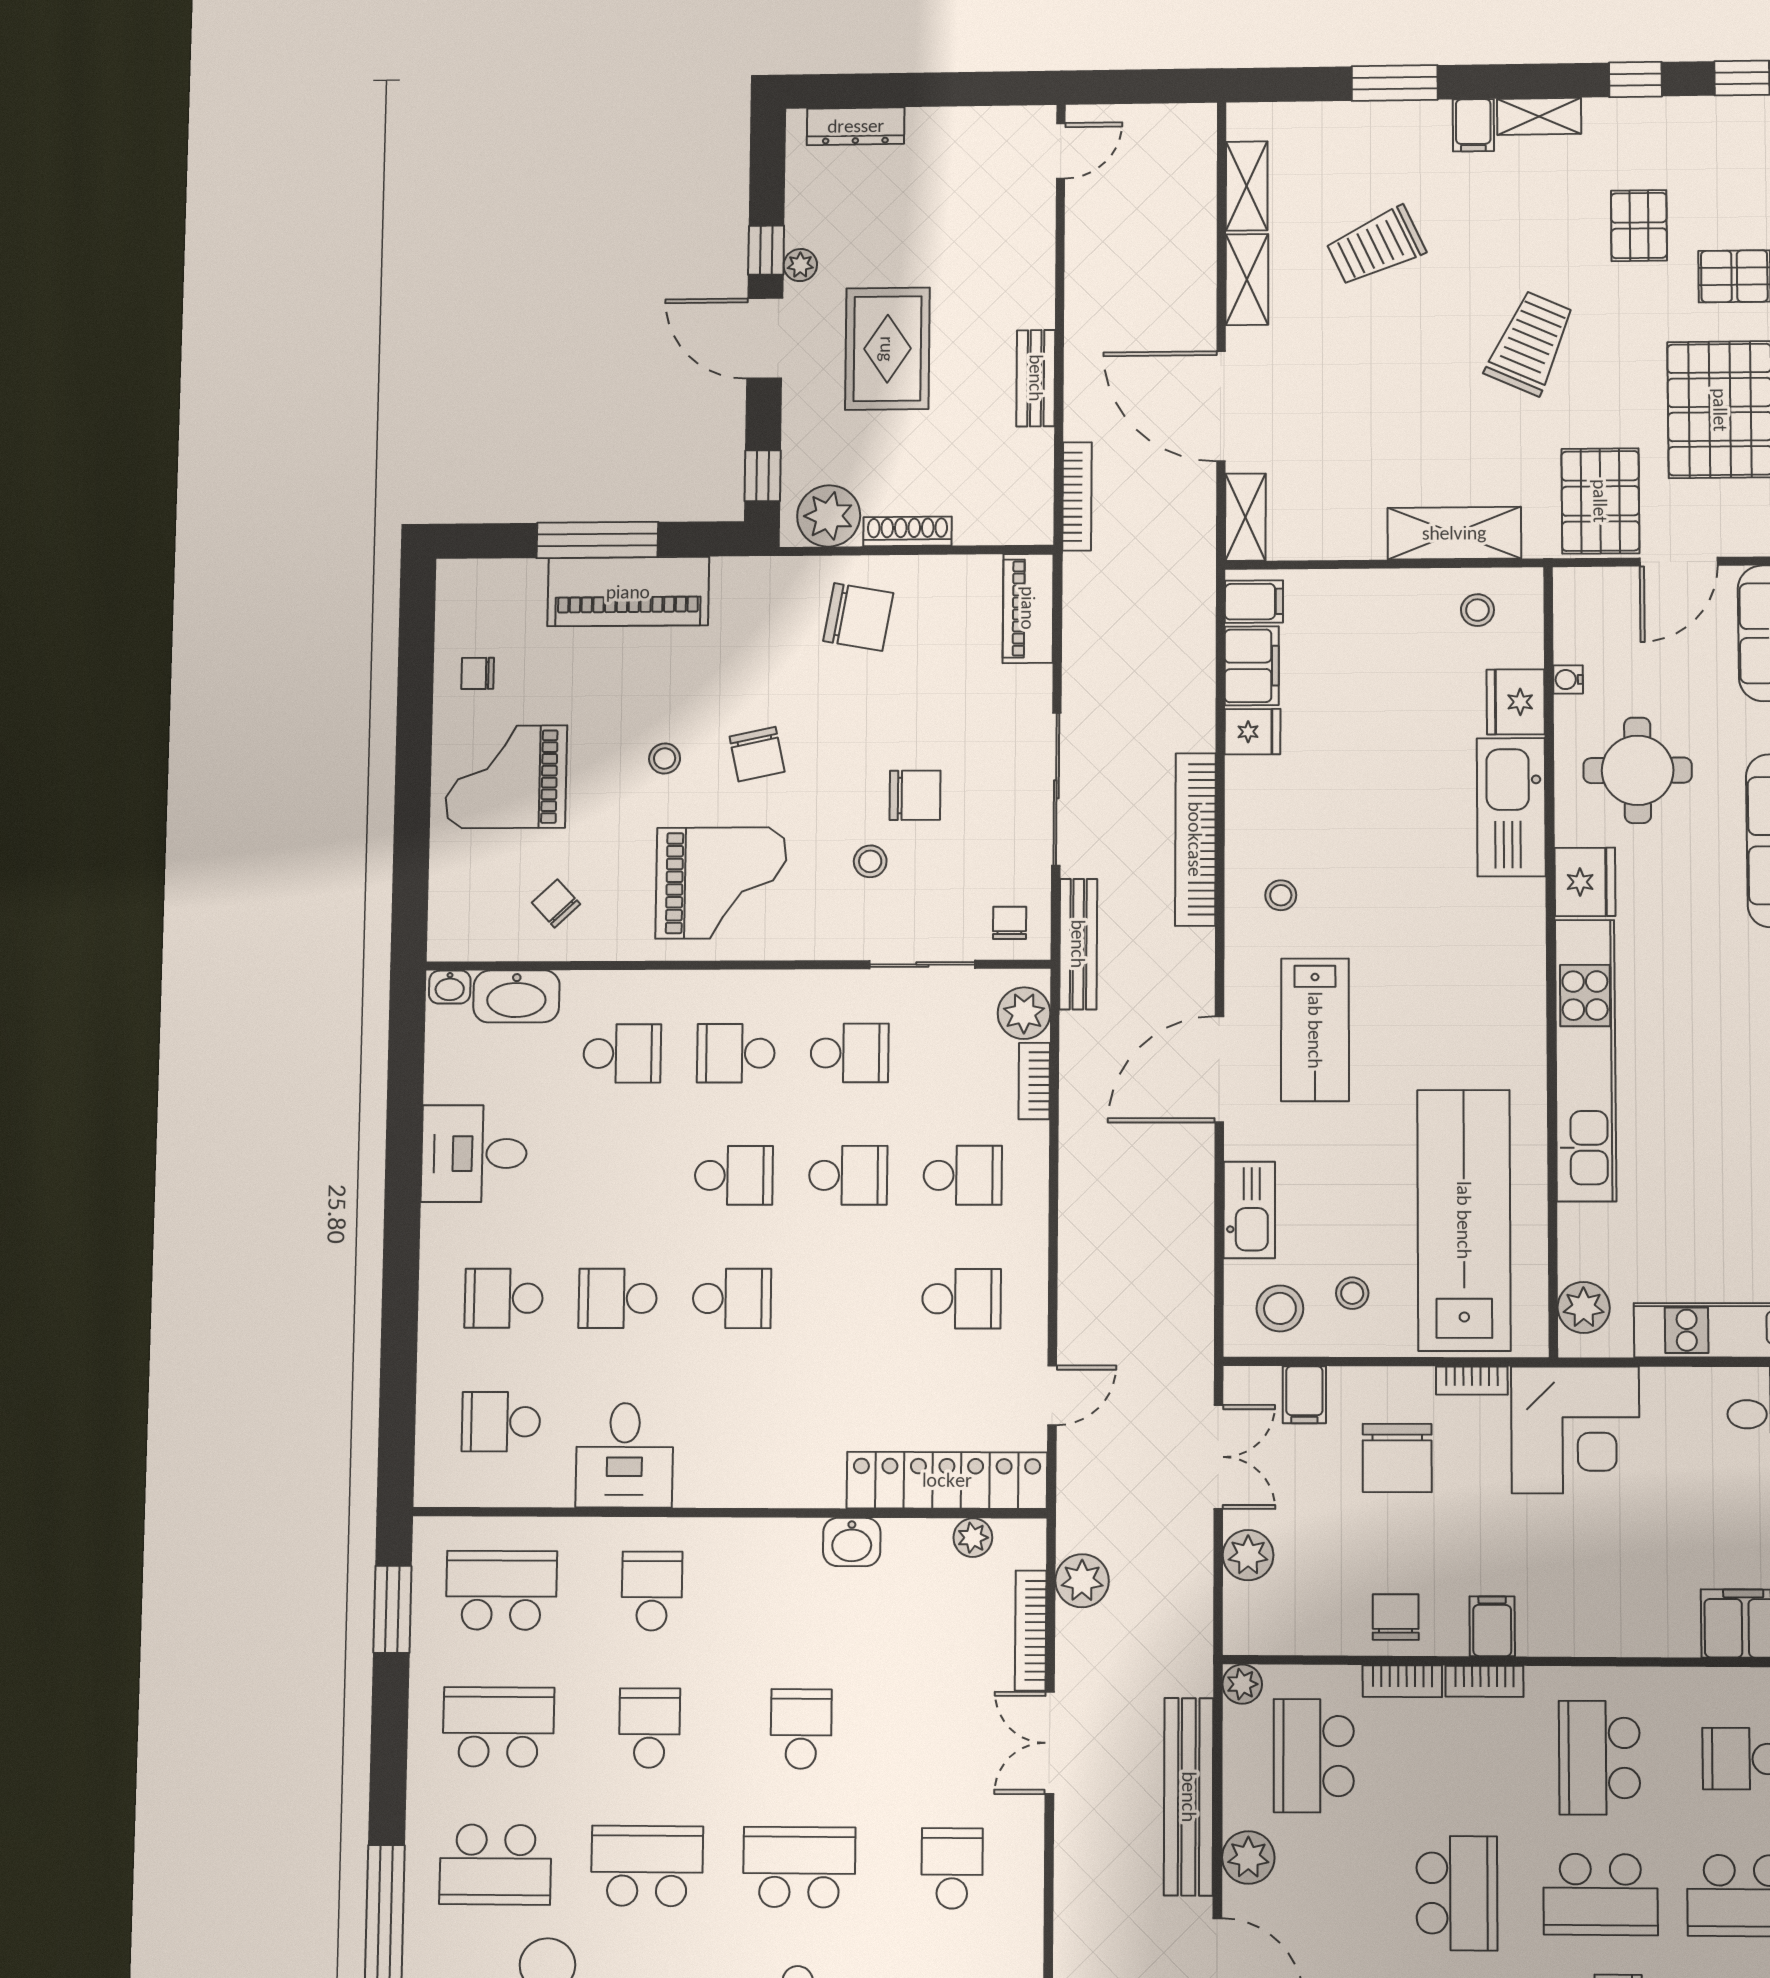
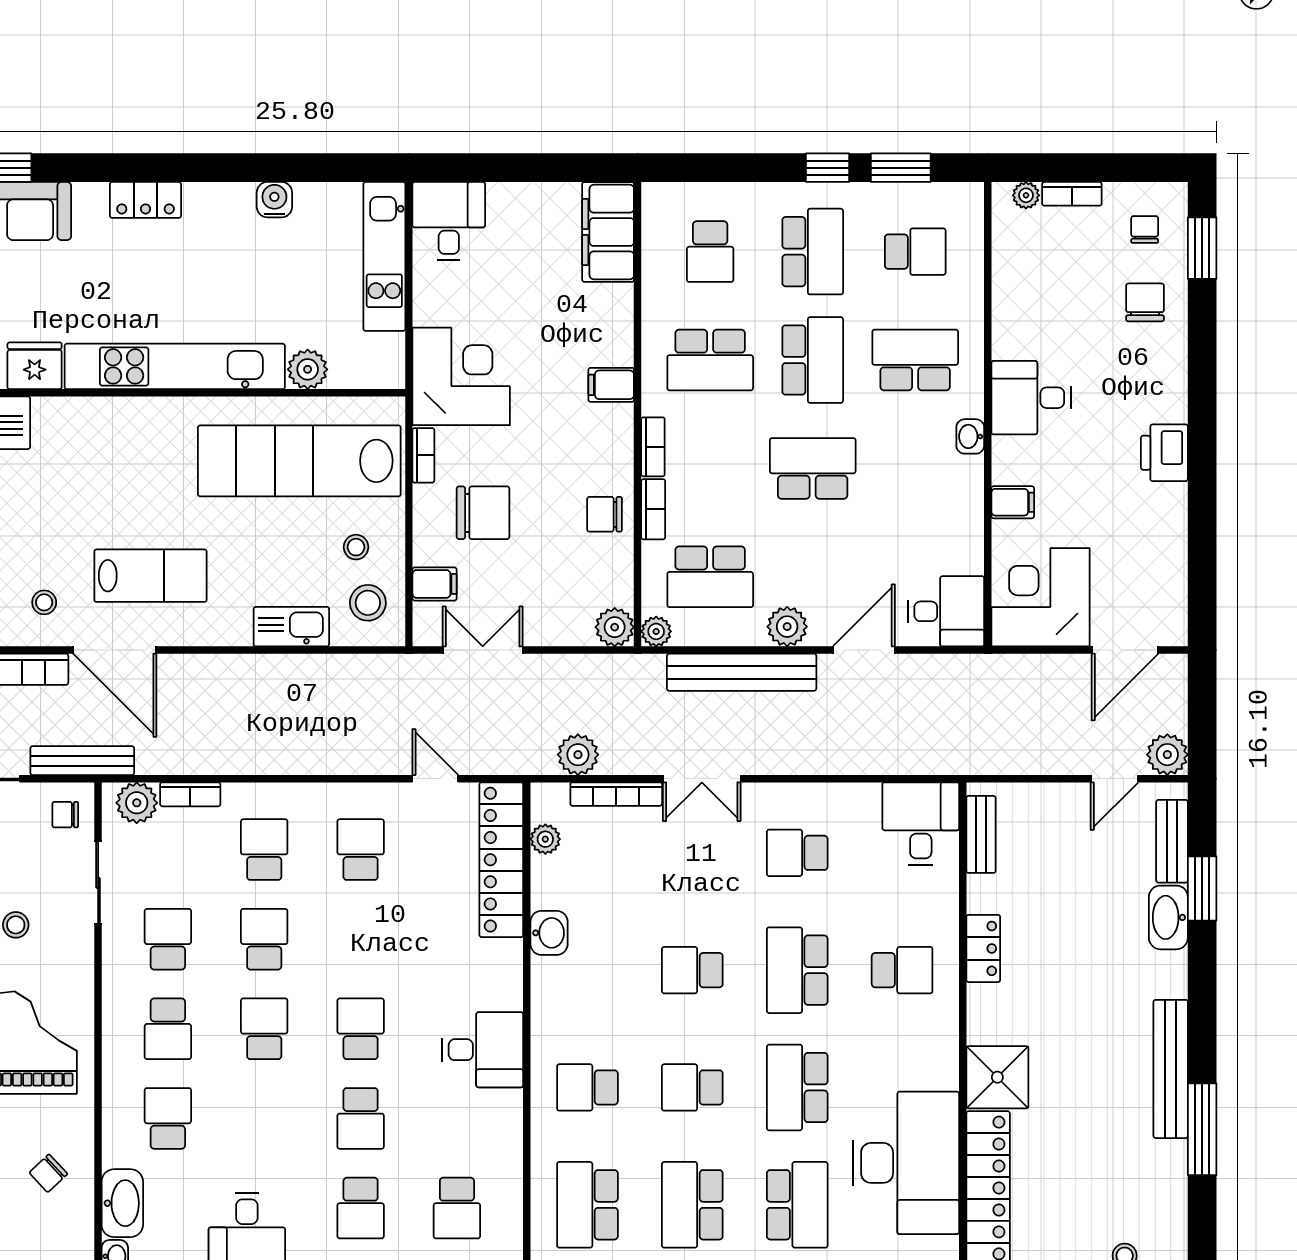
door: (1219, 1069) -> (115, 650), moved
plant: (1584, 1307) -> (308, 369), moved
desk: (625, 1455) -> (483, 1050), moved
plant: (1248, 1555) -> (615, 627), moved
filing cabinet: (1492, 1626) -> (611, 385), moved

